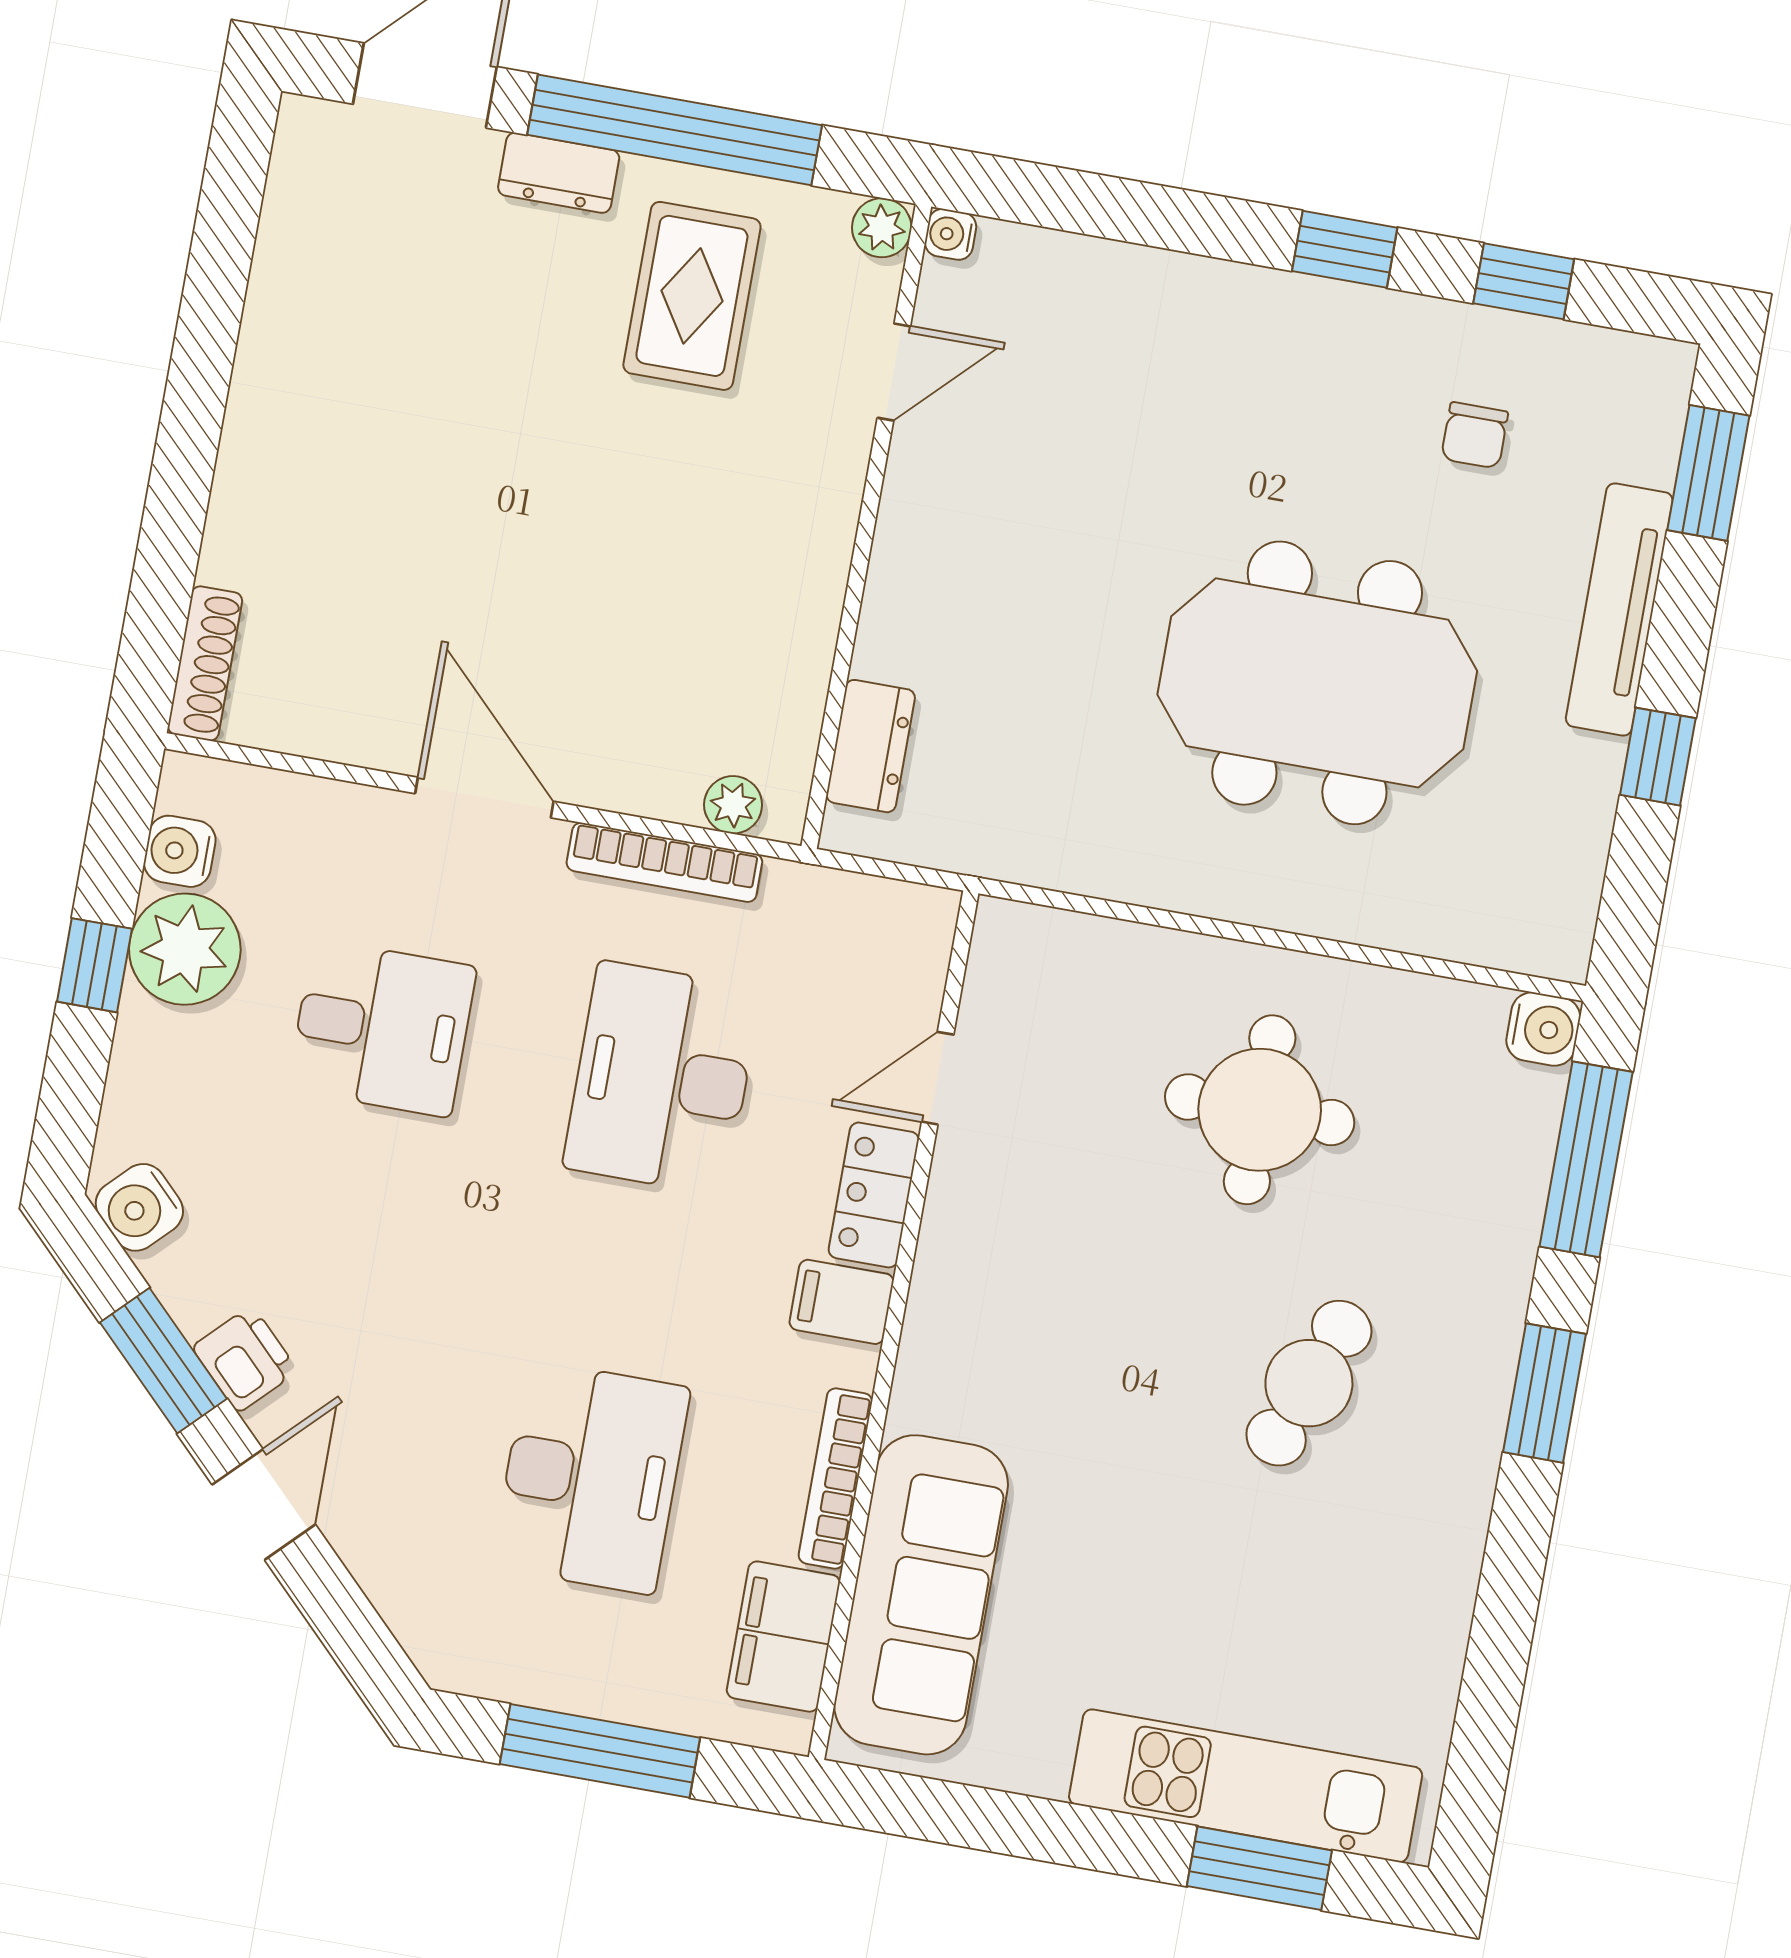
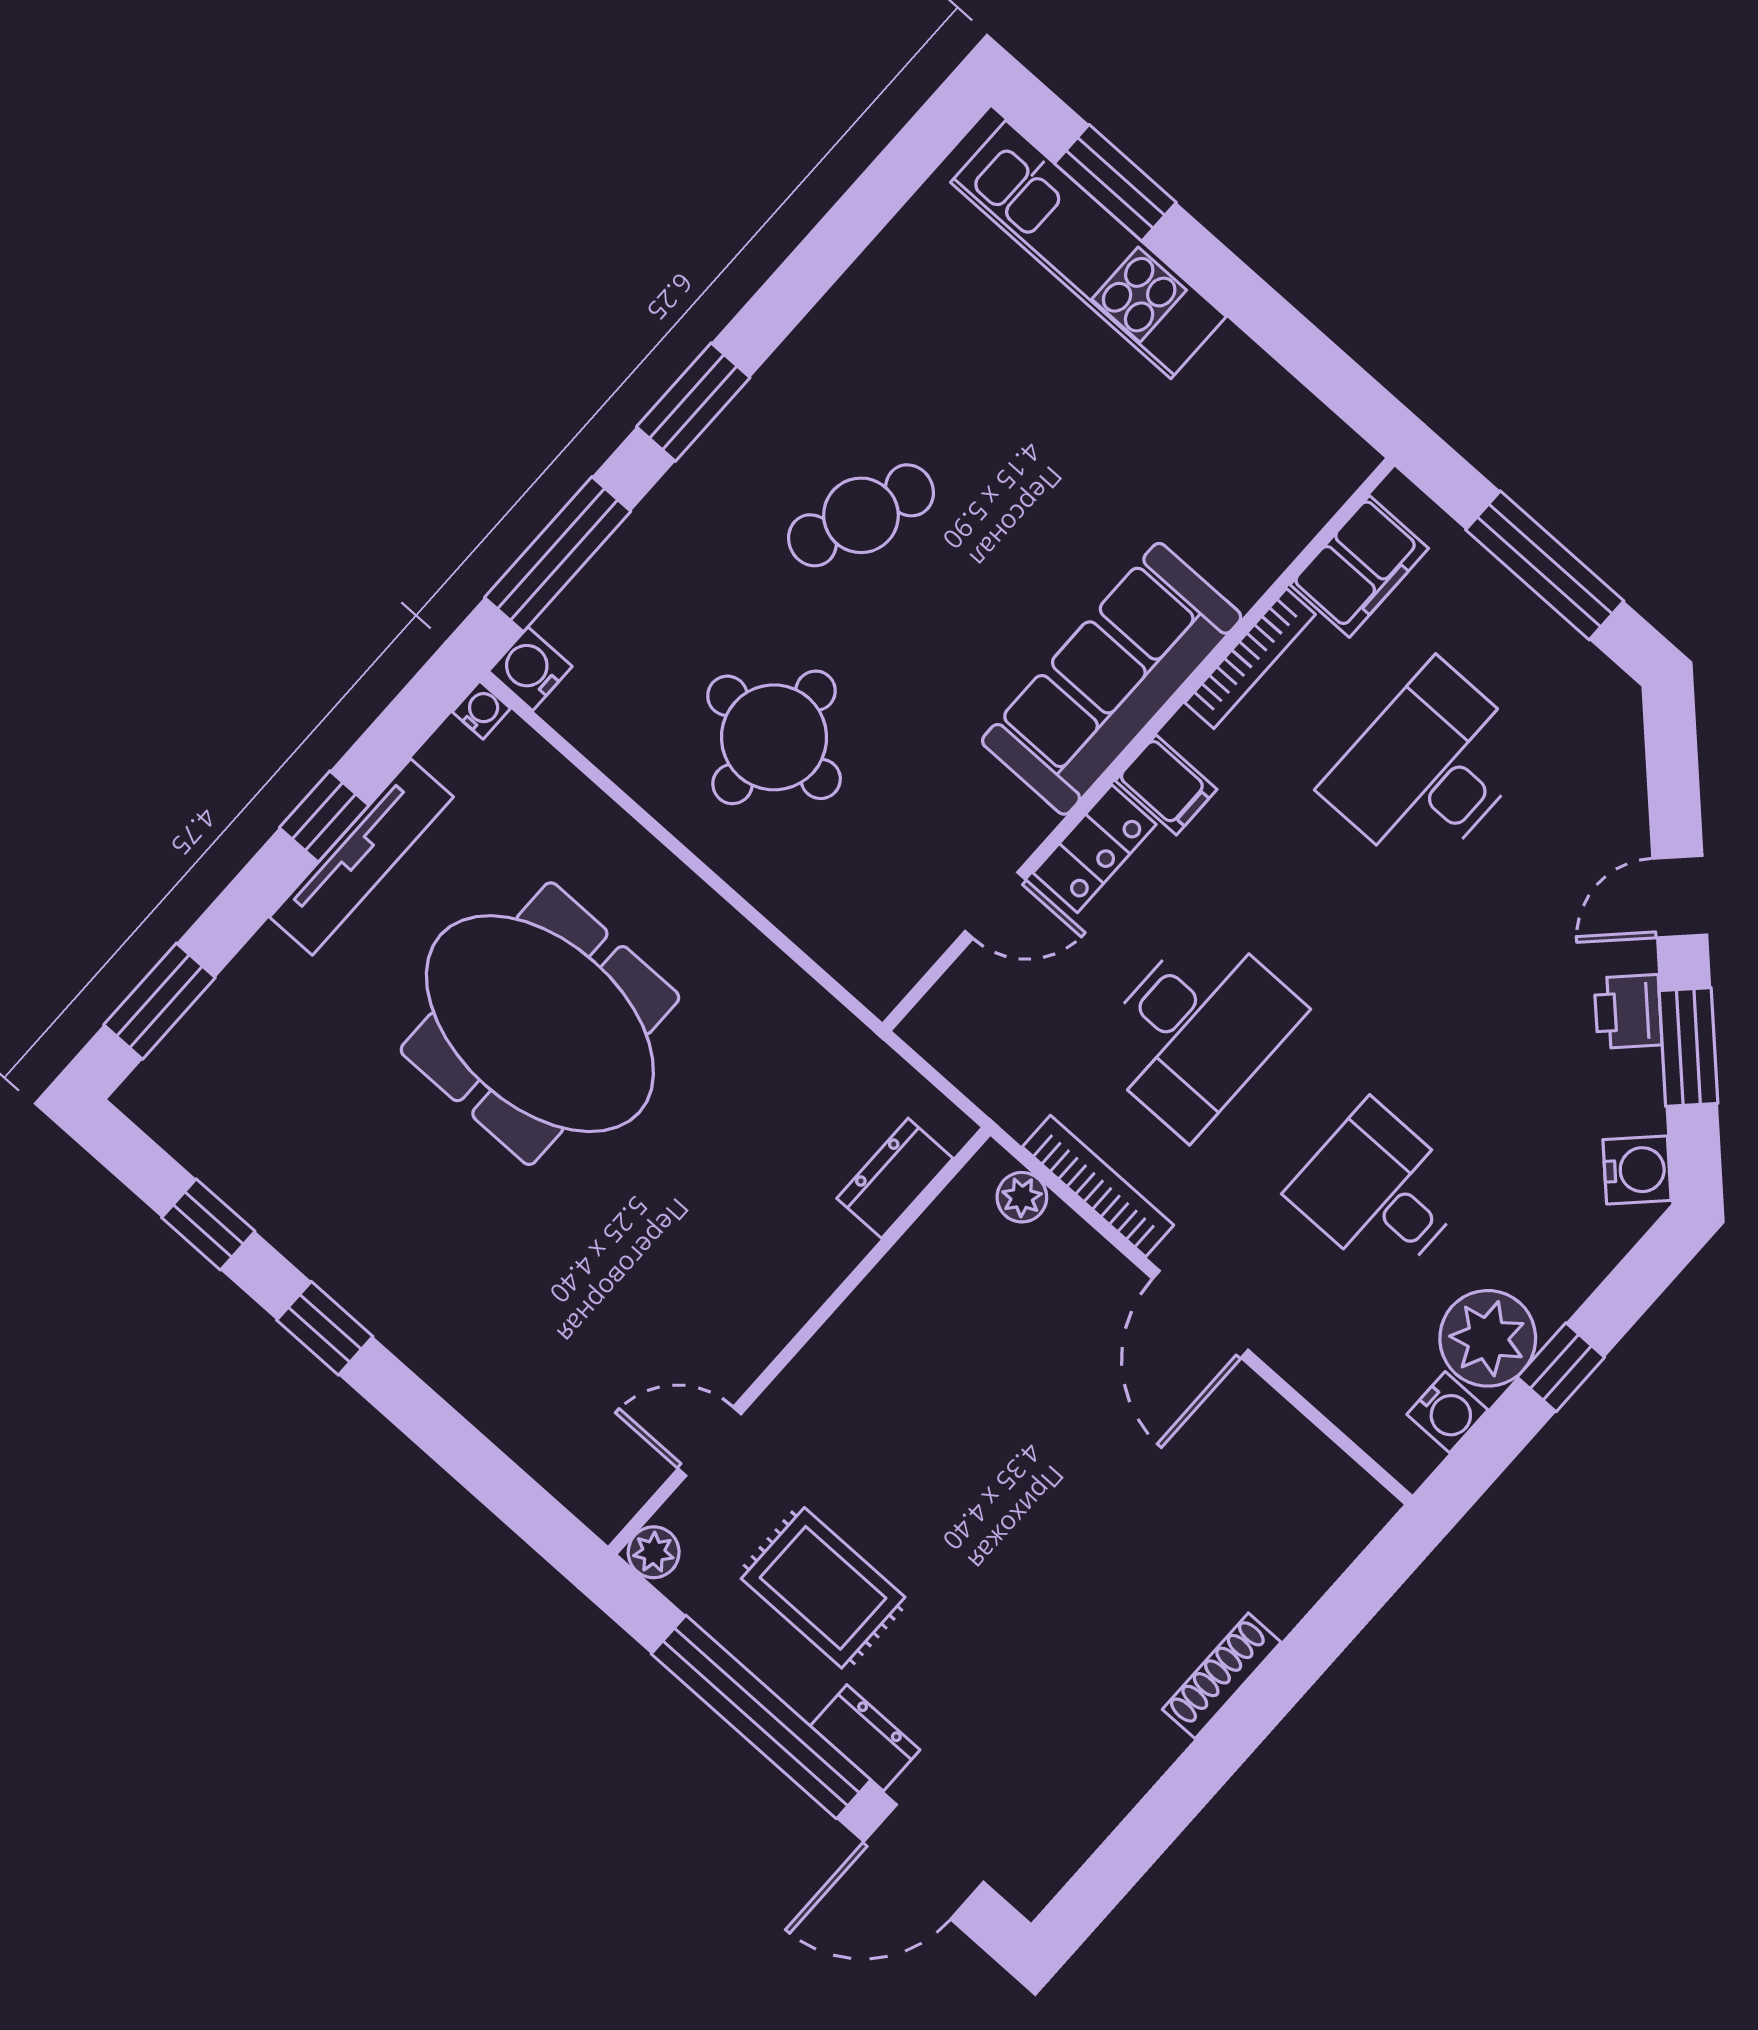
water cooler: (951, 234) -> (481, 710), moved, turned -90
rug: (692, 296) -> (823, 1588), turned 90
chair: (1475, 435) -> (313, 1134), removed
tv unit: (1619, 609) -> (361, 857), moved
shoe rack: (205, 663) -> (1222, 1676), moved
sofa: (921, 1595) -> (1112, 679), moved

